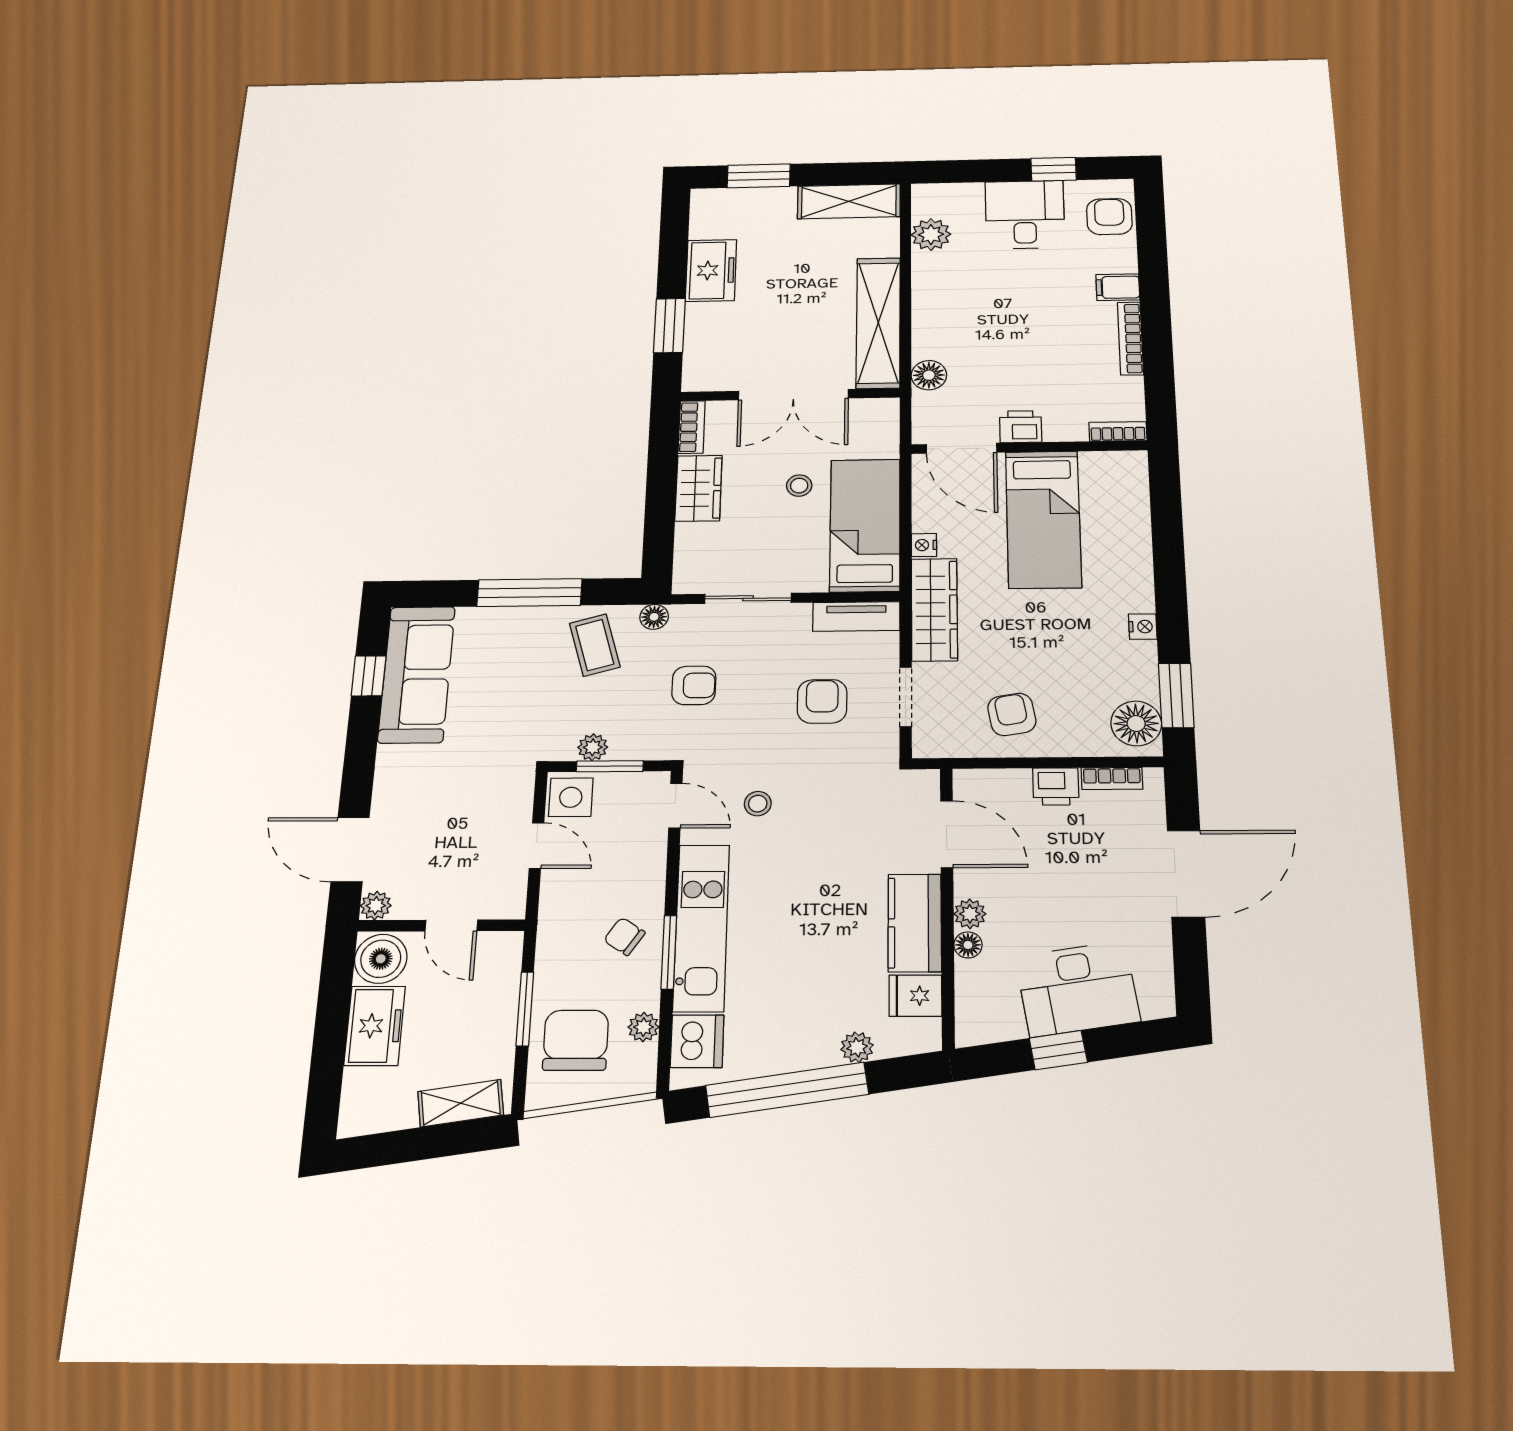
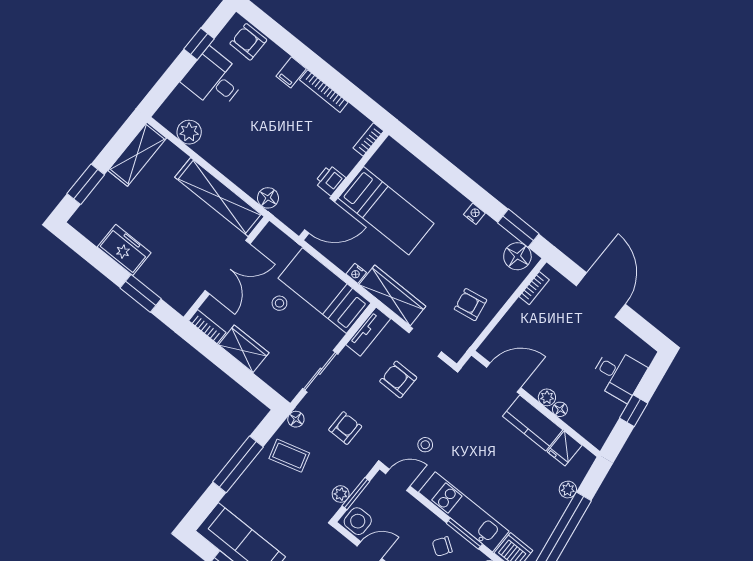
printer: (1056, 786) -> (519, 314), removed
desk: (1077, 989) -> (618, 374), width x0.73

